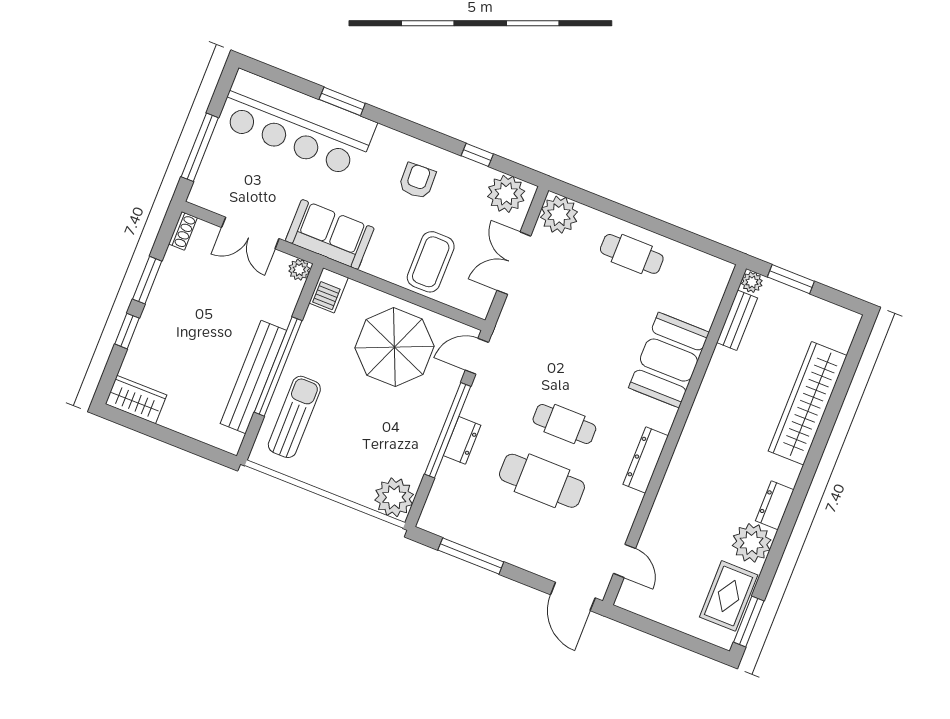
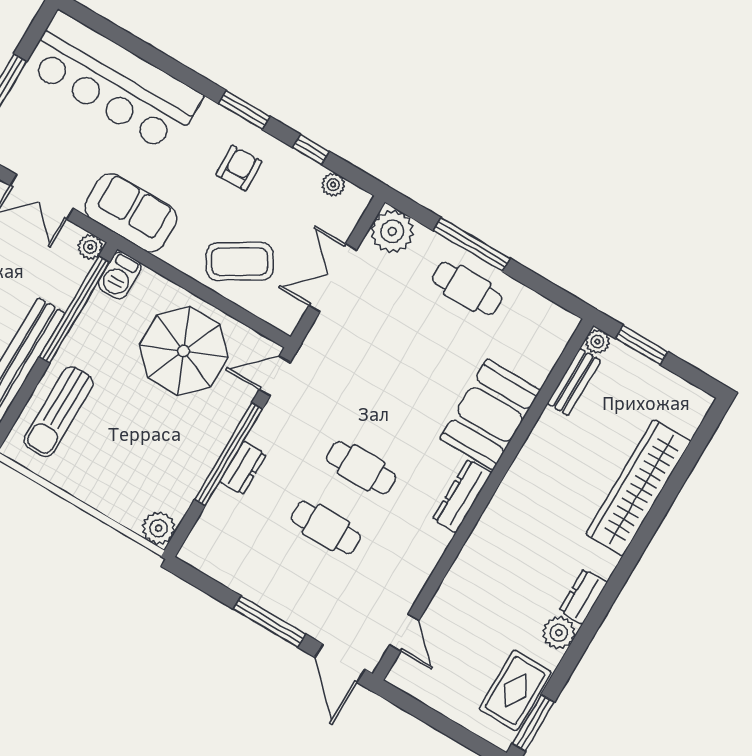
window: (342, 101) -> (244, 110), moved
plant: (506, 194) -> (333, 185), width x0.53, depth x0.53
window: (630, 215) -> (472, 244), added
coffee table: (431, 262) -> (240, 262), turned 59
window: (278, 366) -> (74, 310), moved
sun lounger: (294, 417) -> (59, 412), turned 180
dresser: (646, 460) -> (462, 496), moved
cafe table: (542, 481) -> (326, 528), width x0.73, depth x0.74
plant: (394, 497) -> (159, 528), width x0.73, depth x0.73
plant: (752, 543) -> (559, 633), width x0.73, depth x0.73
window: (471, 556) -> (269, 622), moved

